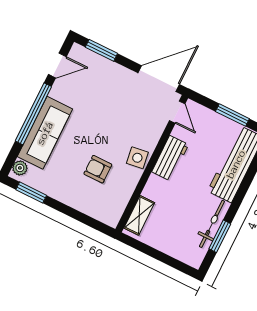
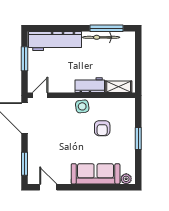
window: (33, 114) -> (87, 187), removed
workbench: (170, 158) -> (90, 85), moved
window: (31, 193) -> (138, 139), moved
window: (220, 236) -> (106, 28), width x1.44

